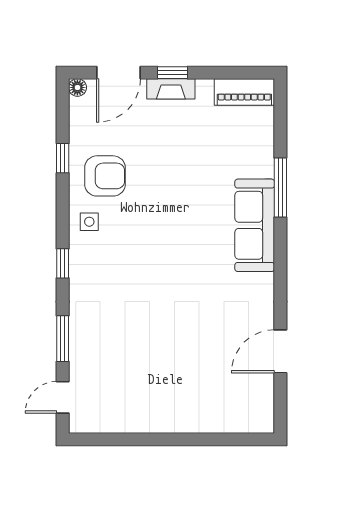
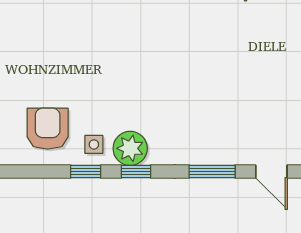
window: (63, 158) -> (86, 171), moved
plant: (85, 258) -> (130, 148), added

